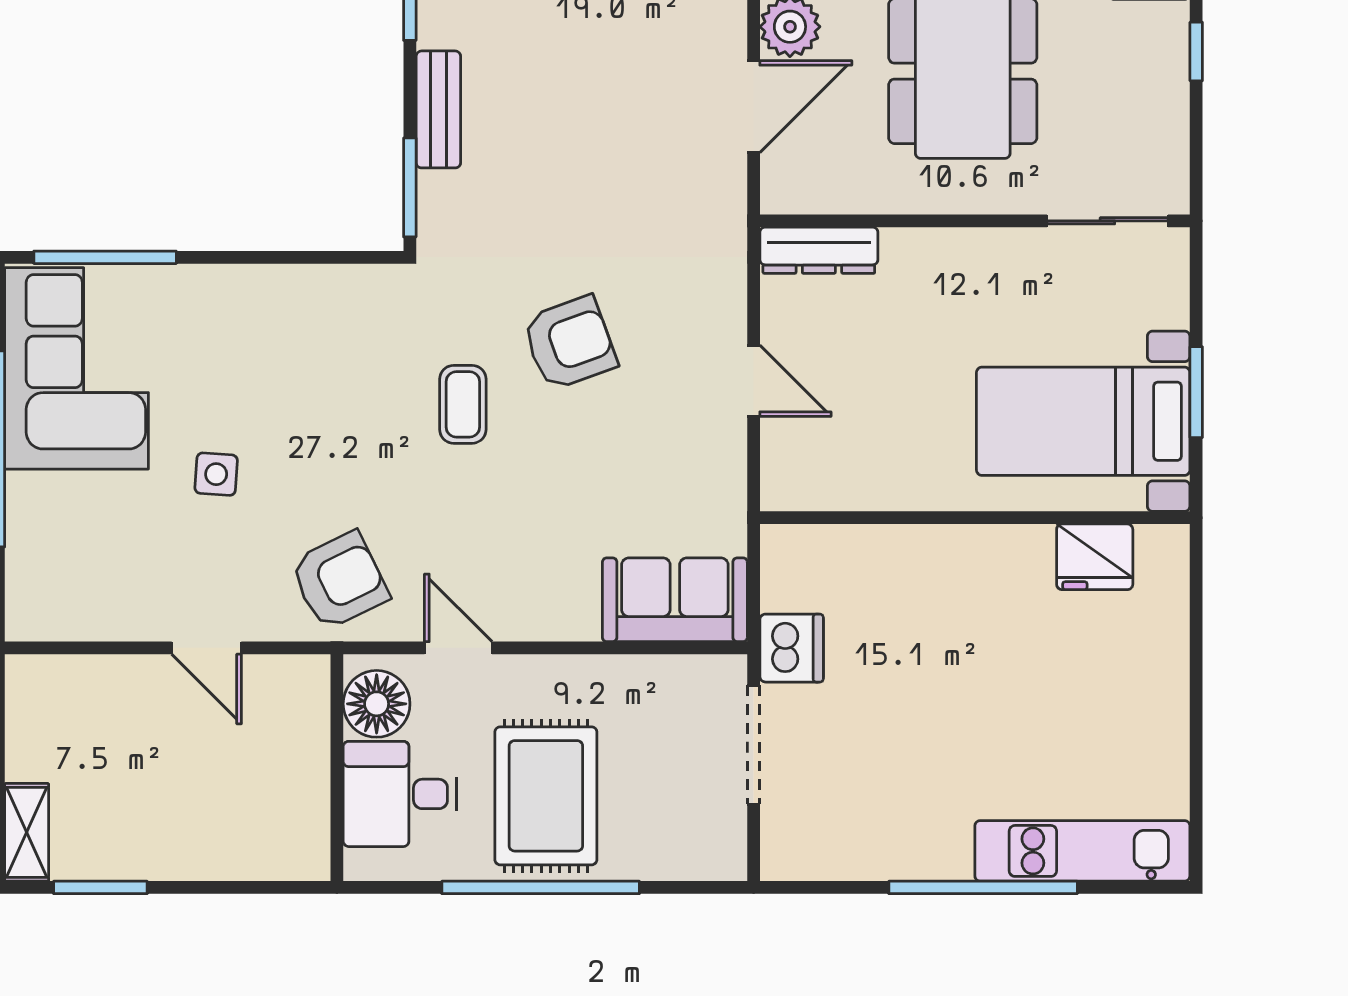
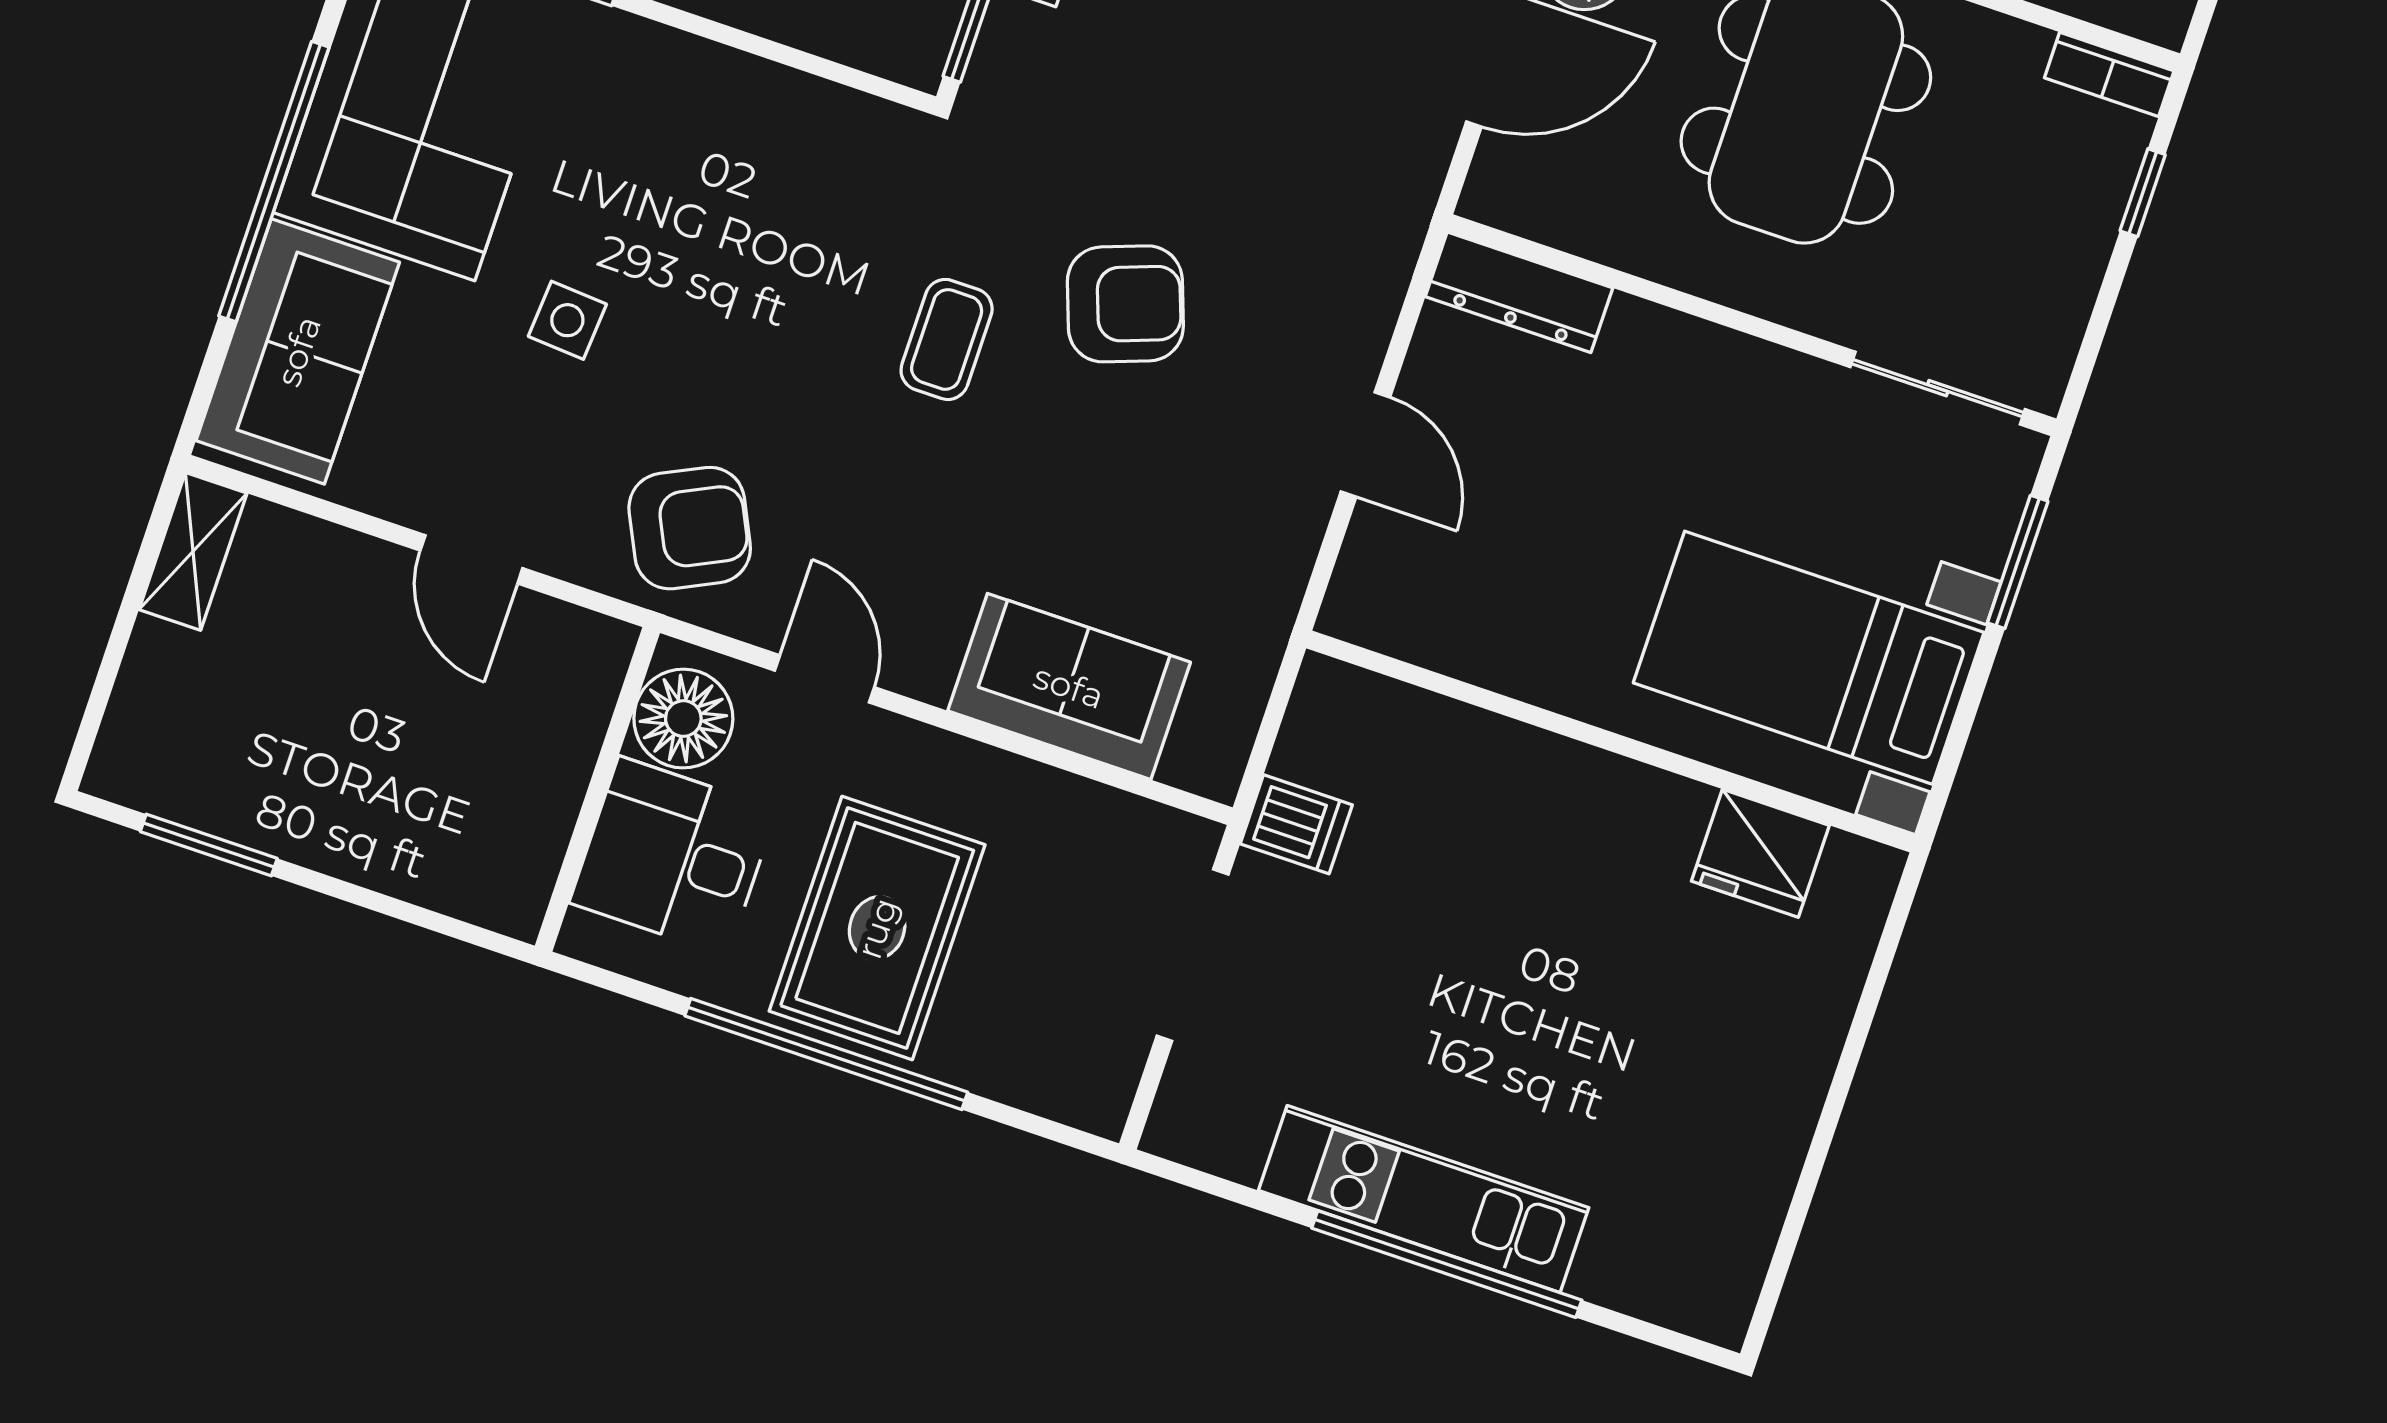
window: (1196, 392) -> (2018, 562), moved
sofa: (50, 552) -> (298, 351), added
sofa: (675, 600) -> (1069, 686), moved
dishwasher: (792, 648) -> (1296, 824), width x0.73
shelving: (27, 832) -> (193, 551), moved
kitchen unit: (1082, 851) -> (1424, 1199), moved

